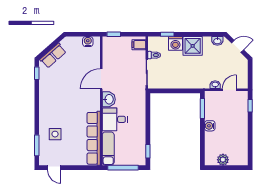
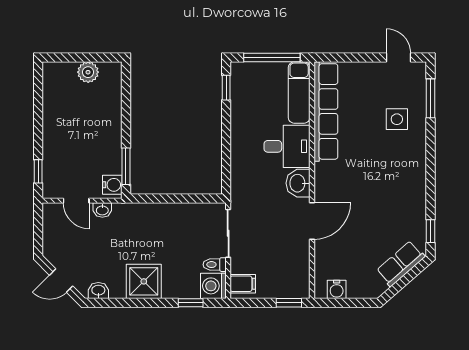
washing machine: (175, 43) -> (213, 286), moved, turned -90
door: (229, 90) -> (76, 201), hinge flipped
water cooler: (210, 126) -> (112, 185), moved

